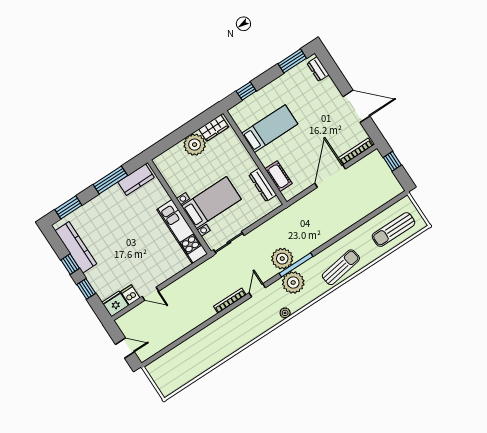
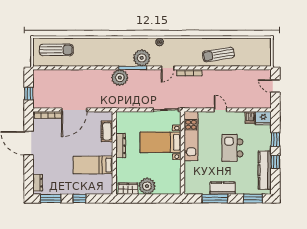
window: (246, 91) -> (79, 199), moved
kitchen counter: (136, 180) -> (223, 188), moved
dresser: (263, 185) -> (121, 146), moved
kitchen island: (128, 249) -> (232, 148), added
plant: (282, 259) -> (120, 78), moved
sun lounger: (341, 267) -> (218, 54), moved
door: (150, 294) -> (220, 110), moved

